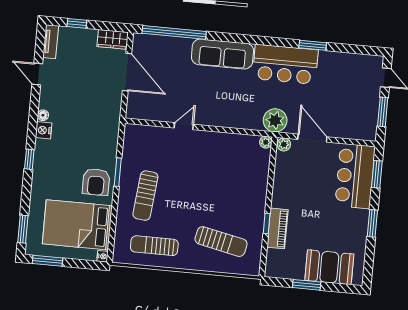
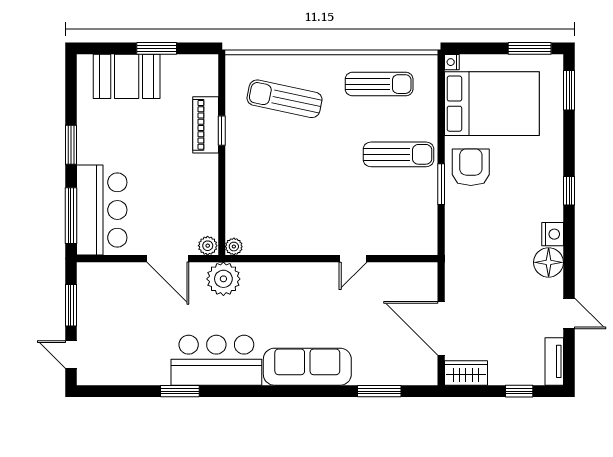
window: (174, 32) -> (379, 391), width x0.47
floor lamp: (43, 115) -> (549, 262), width x1.89, depth x1.89
window: (377, 174) -> (71, 216), width x1.44
sun lounger: (145, 196) -> (399, 154), turned 84

